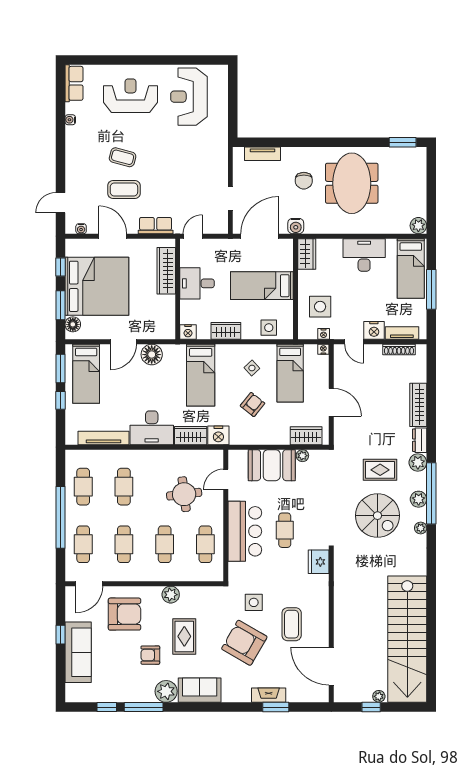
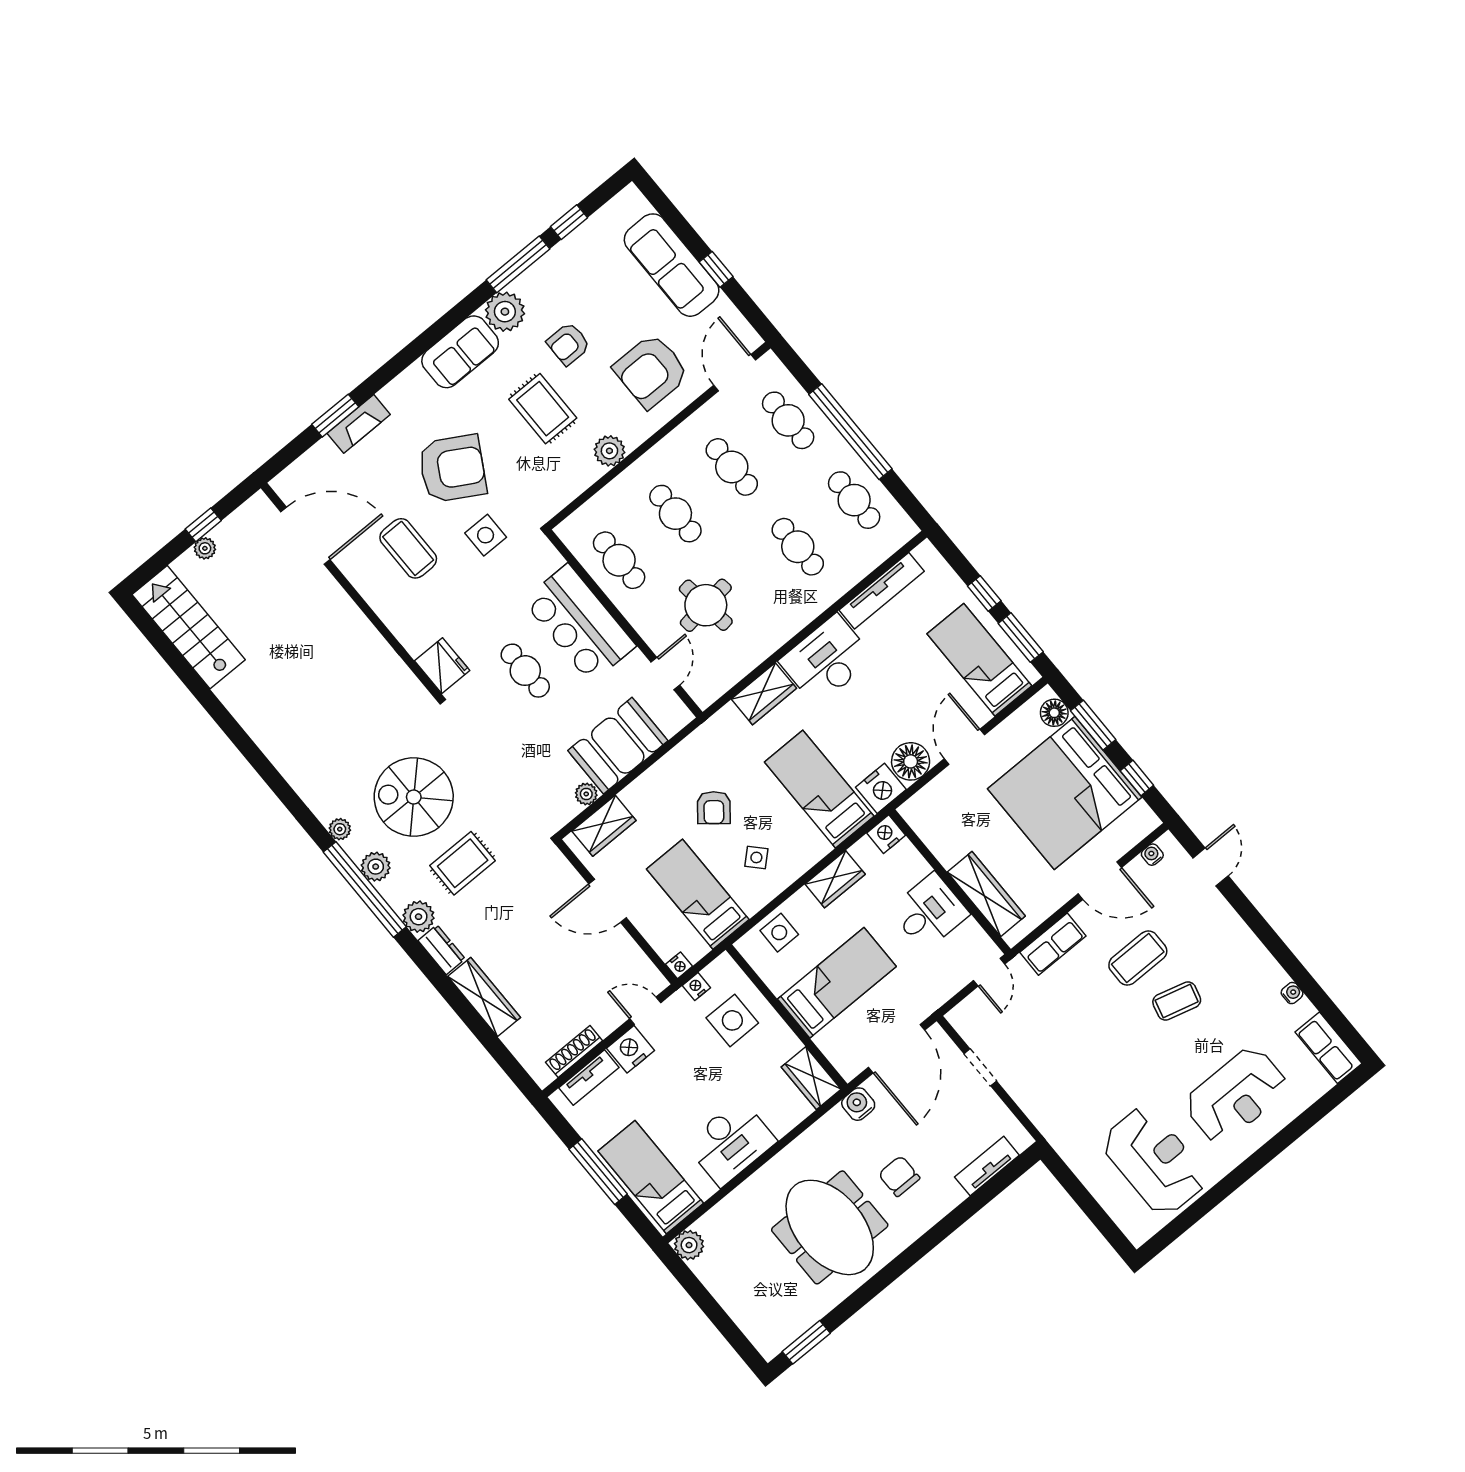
nightstand: (218, 435) -> (881, 788), moved, turned 180
stairs: (407, 639) -> (189, 627), width x0.54, depth x0.66
armchair: (150, 655) -> (568, 344), turned 180

